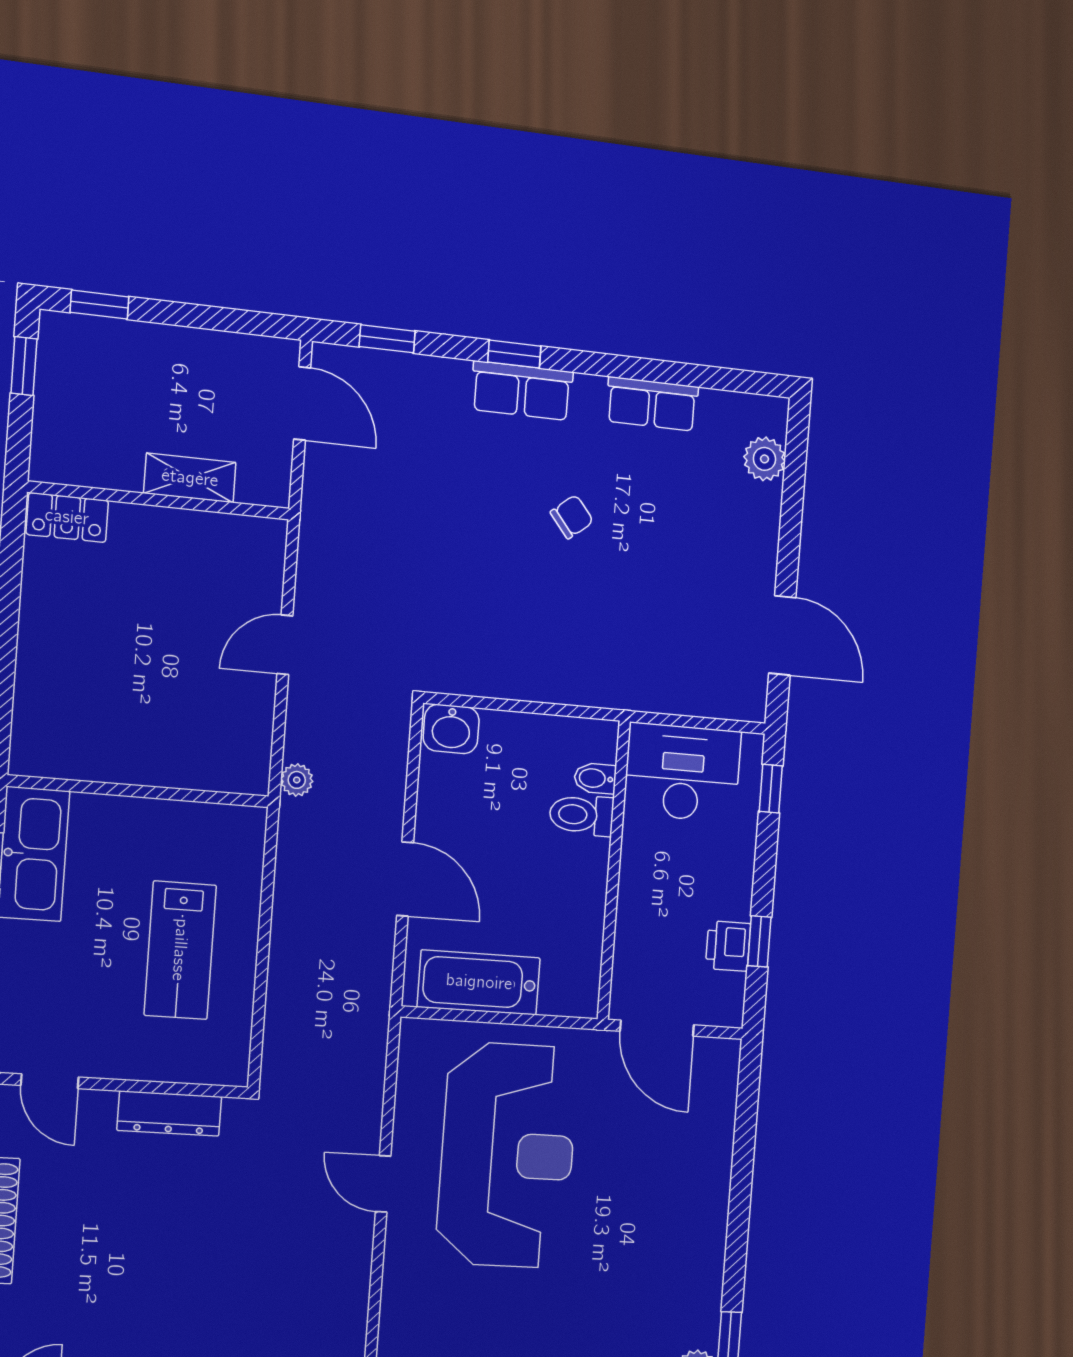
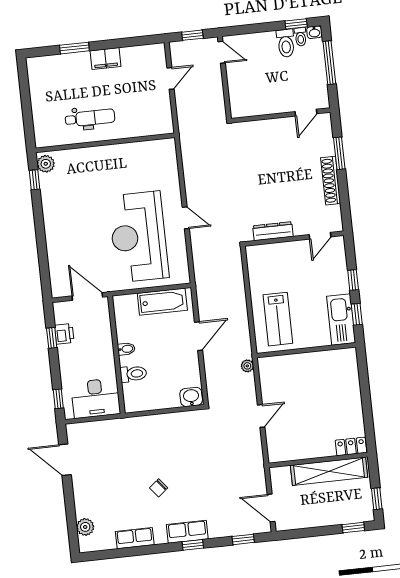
shelving: (190, 478) -> (329, 471), width x2.20, depth x1.33
bidet: (595, 778) -> (126, 349), moved
door: (405, 879) -> (199, 336), swing flipped
lab bench: (180, 950) -> (278, 319), moved, turned 180
door: (50, 1081) -> (320, 236), swing flipped

